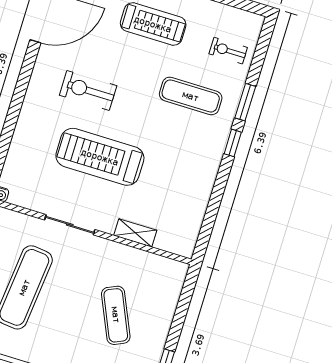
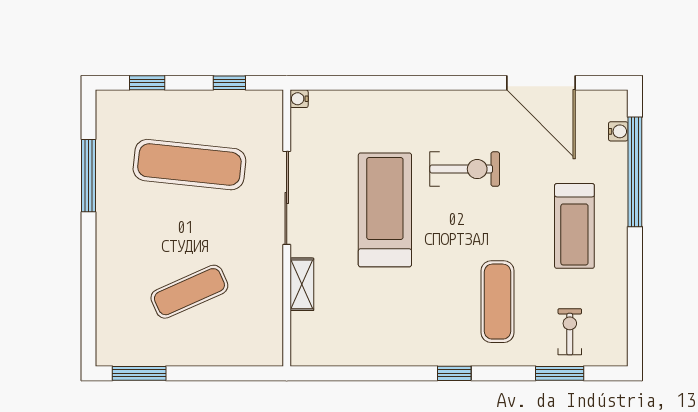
exercise bike: (88, 90) -> (465, 169), turned 90
window: (245, 102) -> (560, 373), moved
sliding door: (70, 225) -> (287, 198), width x1.37

